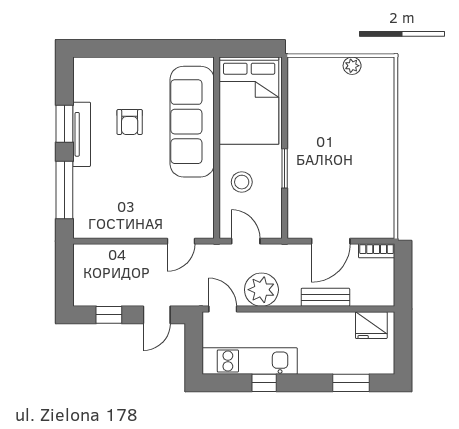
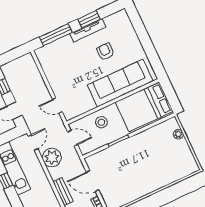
plant: (352, 66) -> (178, 134), moved
armchair: (130, 122) -> (105, 52), turned 90
door: (246, 241) -> (73, 138), hinge flipped

